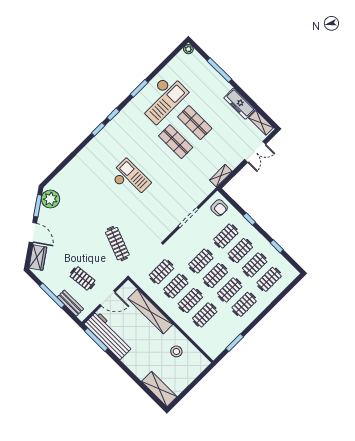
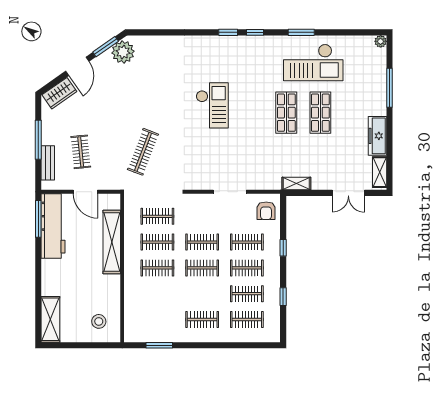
clothes rail: (230, 290) -> (202, 294), removed
clothes rail: (205, 315) -> (157, 294), removed
stool: (176, 351) -> (99, 321), moved

